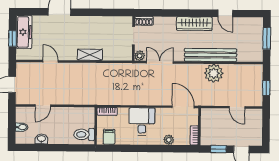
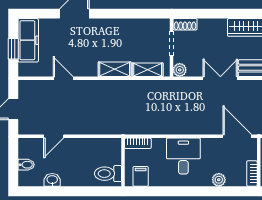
shelving: (115, 55) -> (148, 70), added
double door: (160, 62) -> (220, 78), moved

